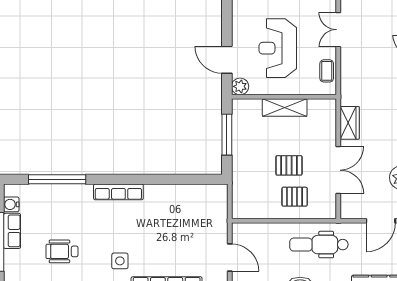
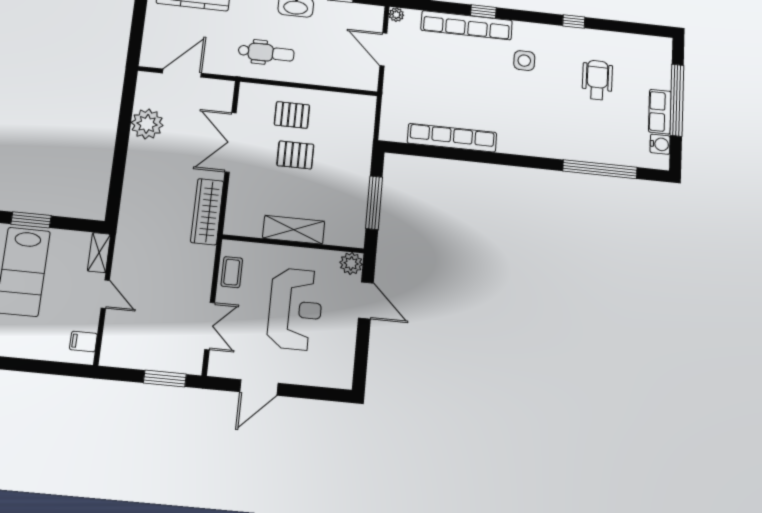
wardrobe: (350, 123) -> (207, 212), width x1.50
row of seats: (118, 192) -> (452, 138), moved, width x1.36
dental chair: (319, 245) -> (266, 53), width x0.73, depth x0.72
wheelchair: (62, 251) -> (597, 80), turned -90

